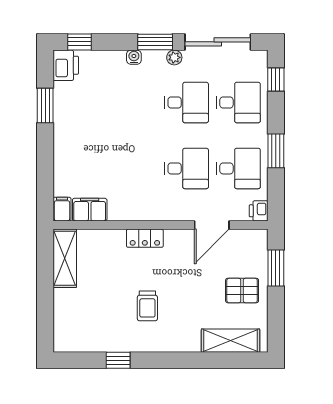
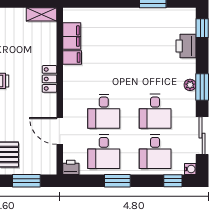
sliding door: (218, 42) -> (202, 136), width x0.73
water cooler: (134, 57) -> (190, 169), moved
plant: (174, 57) -> (190, 85), moved
printer: (66, 65) -> (186, 46), moved, turned 90
filing cabinet: (62, 209) -> (72, 58), moved
shelving: (65, 258) -> (42, 14), width x0.67, depth x0.75

